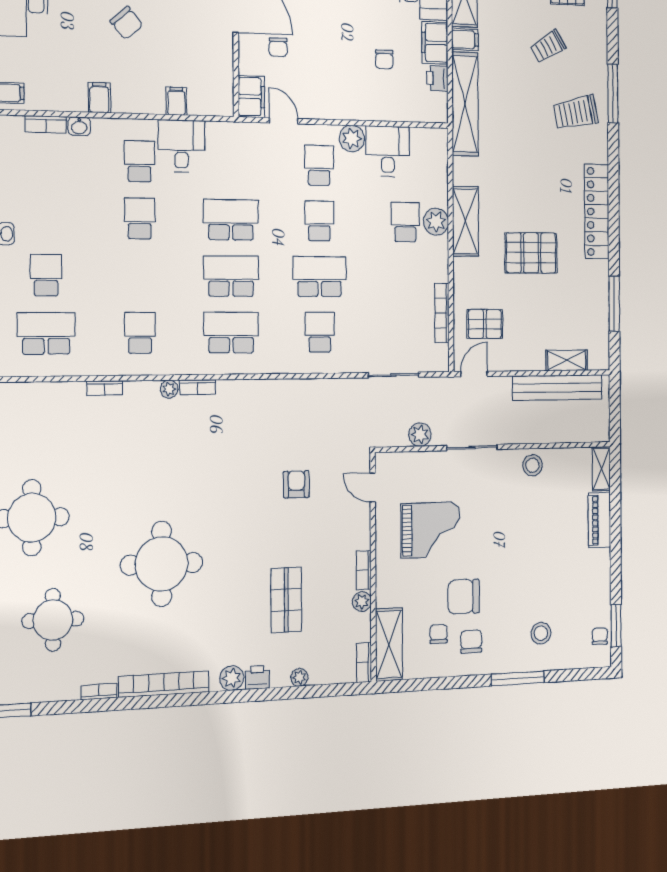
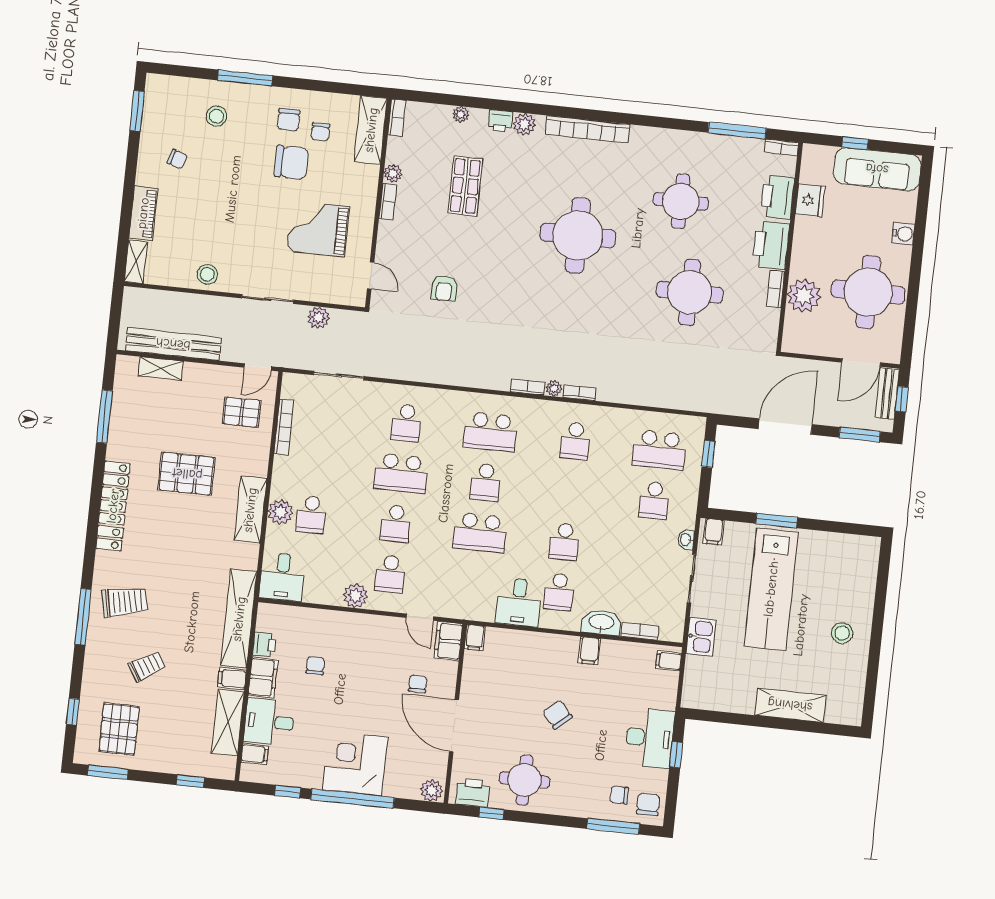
filing cabinet: (176, 101) -> (475, 638), moved
washbasin: (79, 126) -> (601, 622), width x1.91, depth x1.45
desk: (388, 151) -> (282, 577), moved
school desk: (231, 276) -> (485, 482), width x0.54
bookcase: (105, 388) -> (579, 393), moved
chair: (600, 636) -> (177, 159), moved, turned -71
bookcase: (99, 692) -> (647, 133), removed

